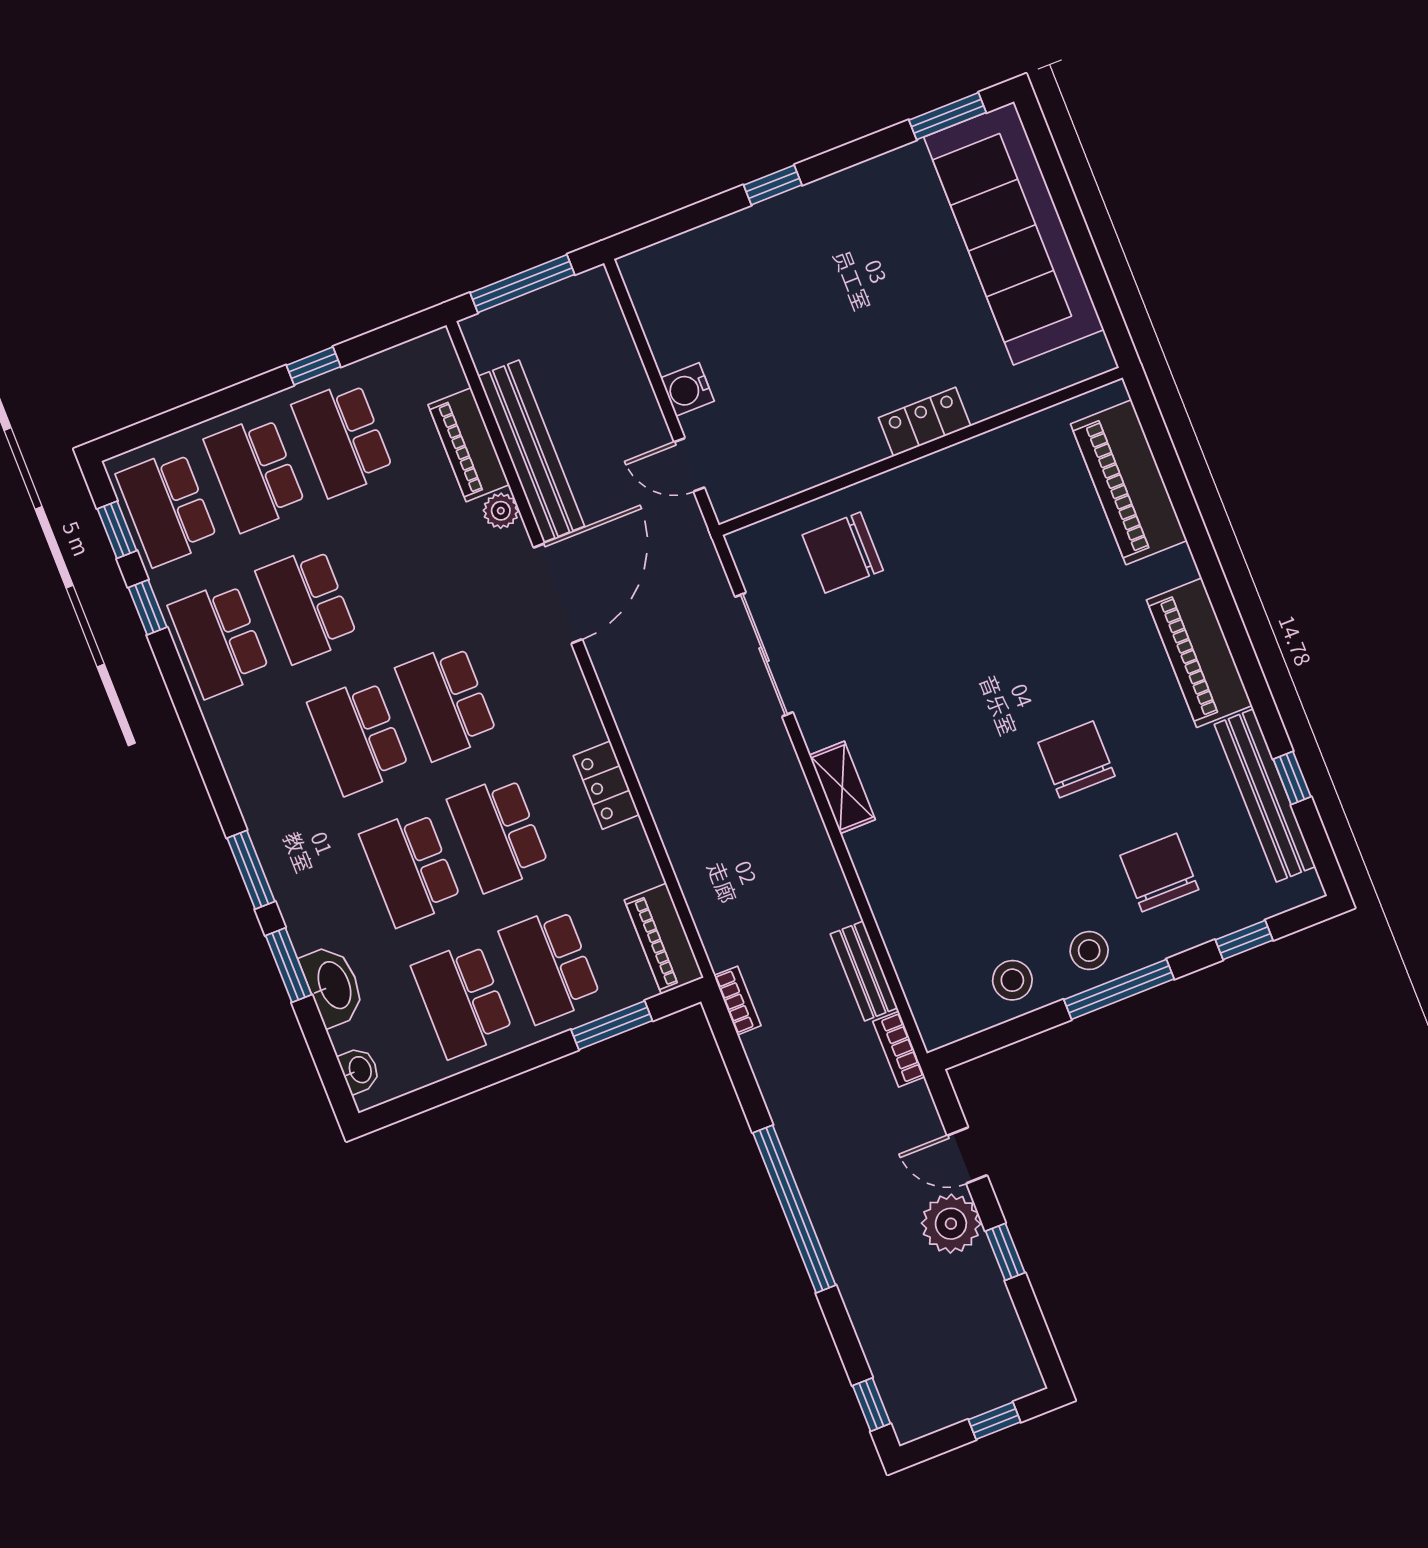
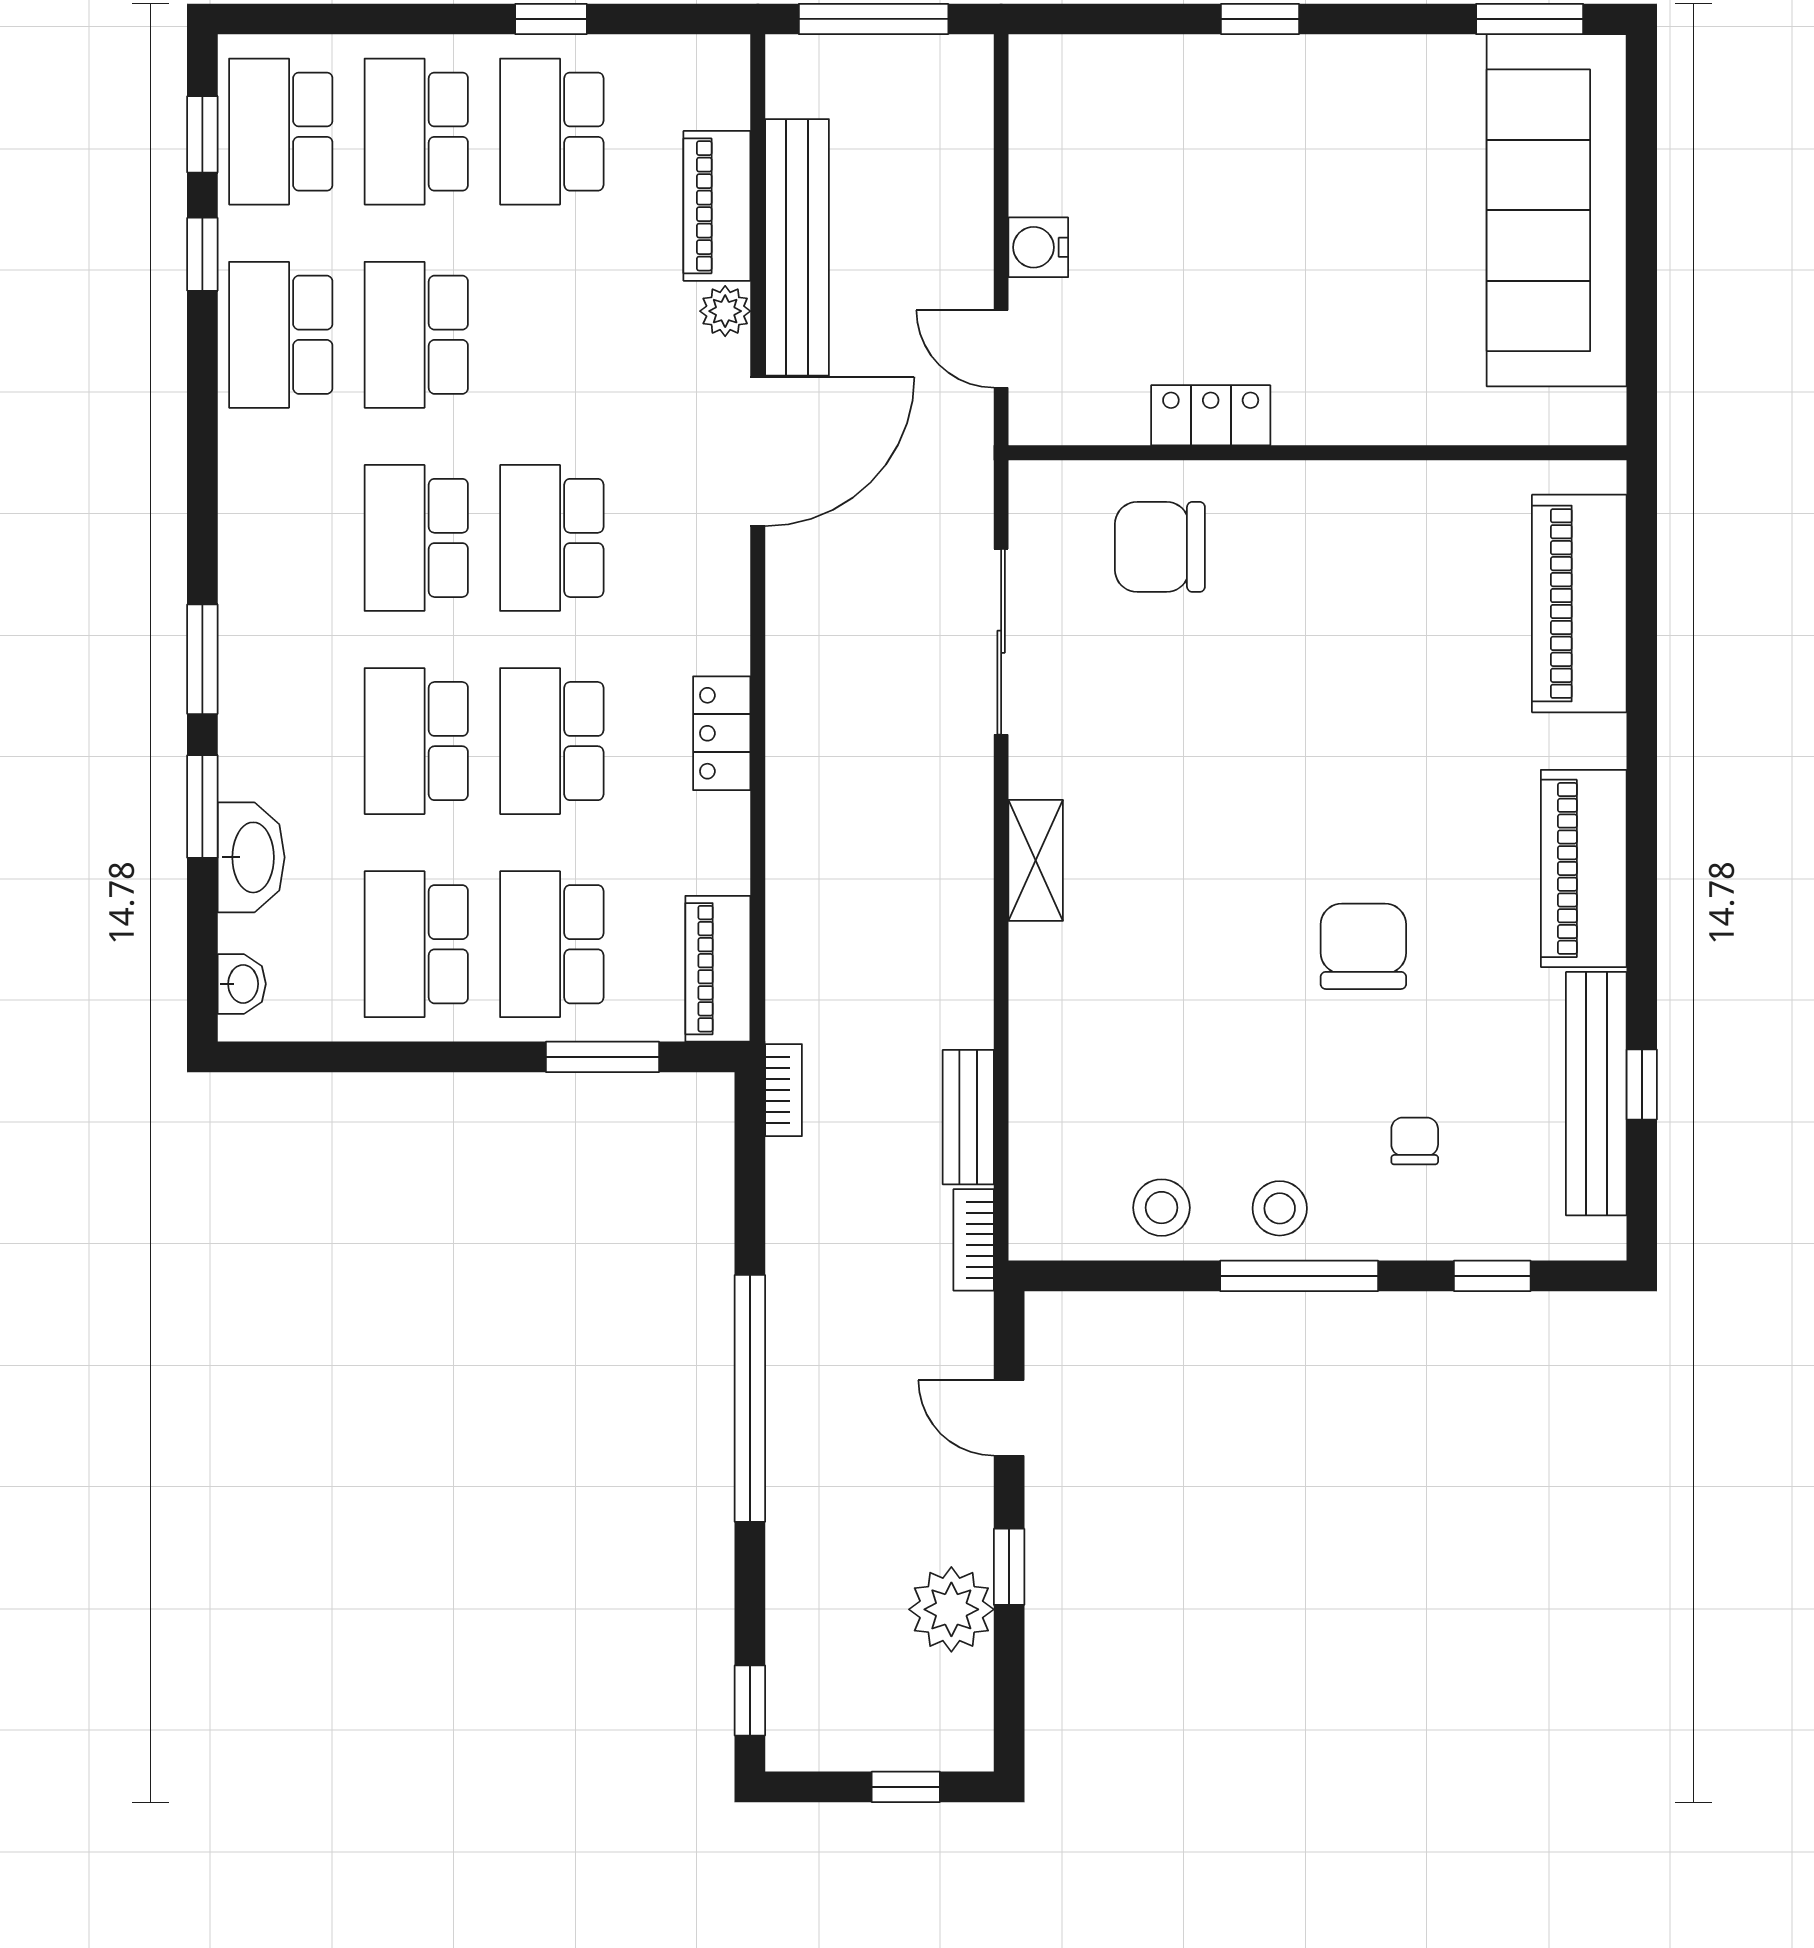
locker: (925, 422) -> (1211, 415), moved
chair: (1159, 872) -> (1415, 1141), width x0.54, depth x0.54
plant: (951, 1224) -> (951, 1609), moved

